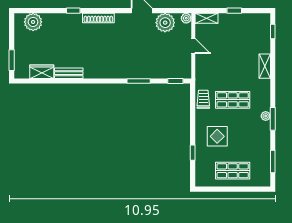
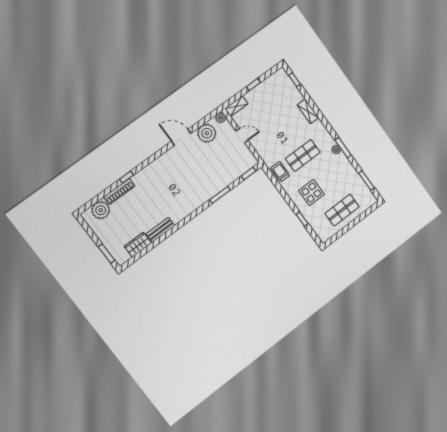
shoe rack: (98, 18) -> (119, 192), moved

